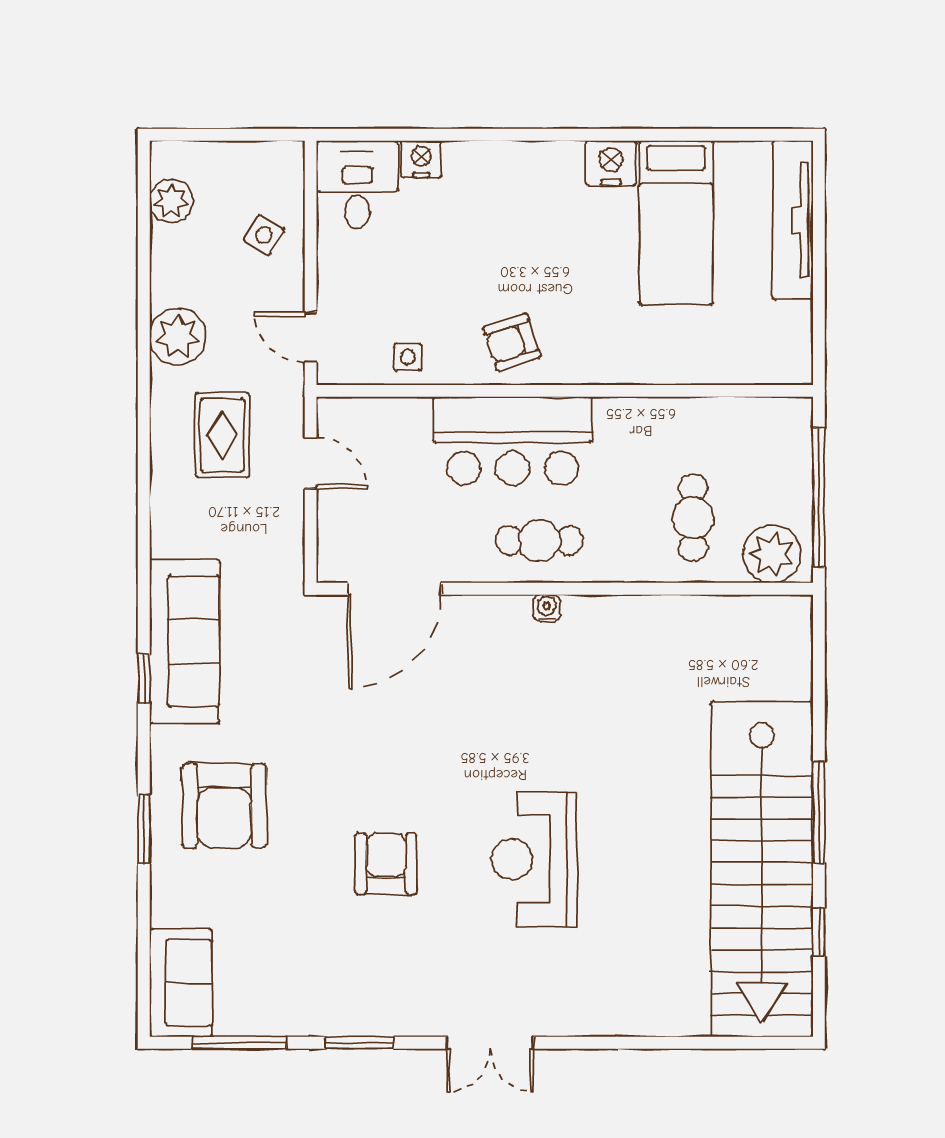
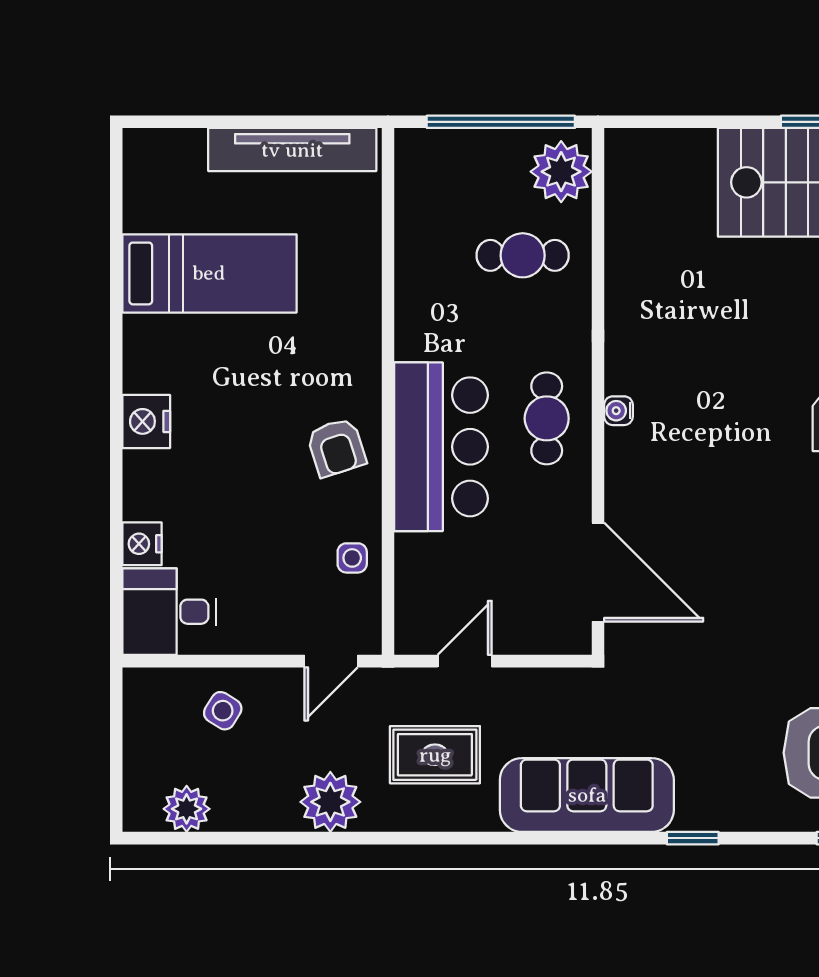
nightstand: (611, 163) -> (146, 421), moved
tv unit: (793, 220) -> (292, 150), moved
sofa: (184, 641) -> (587, 795), moved

